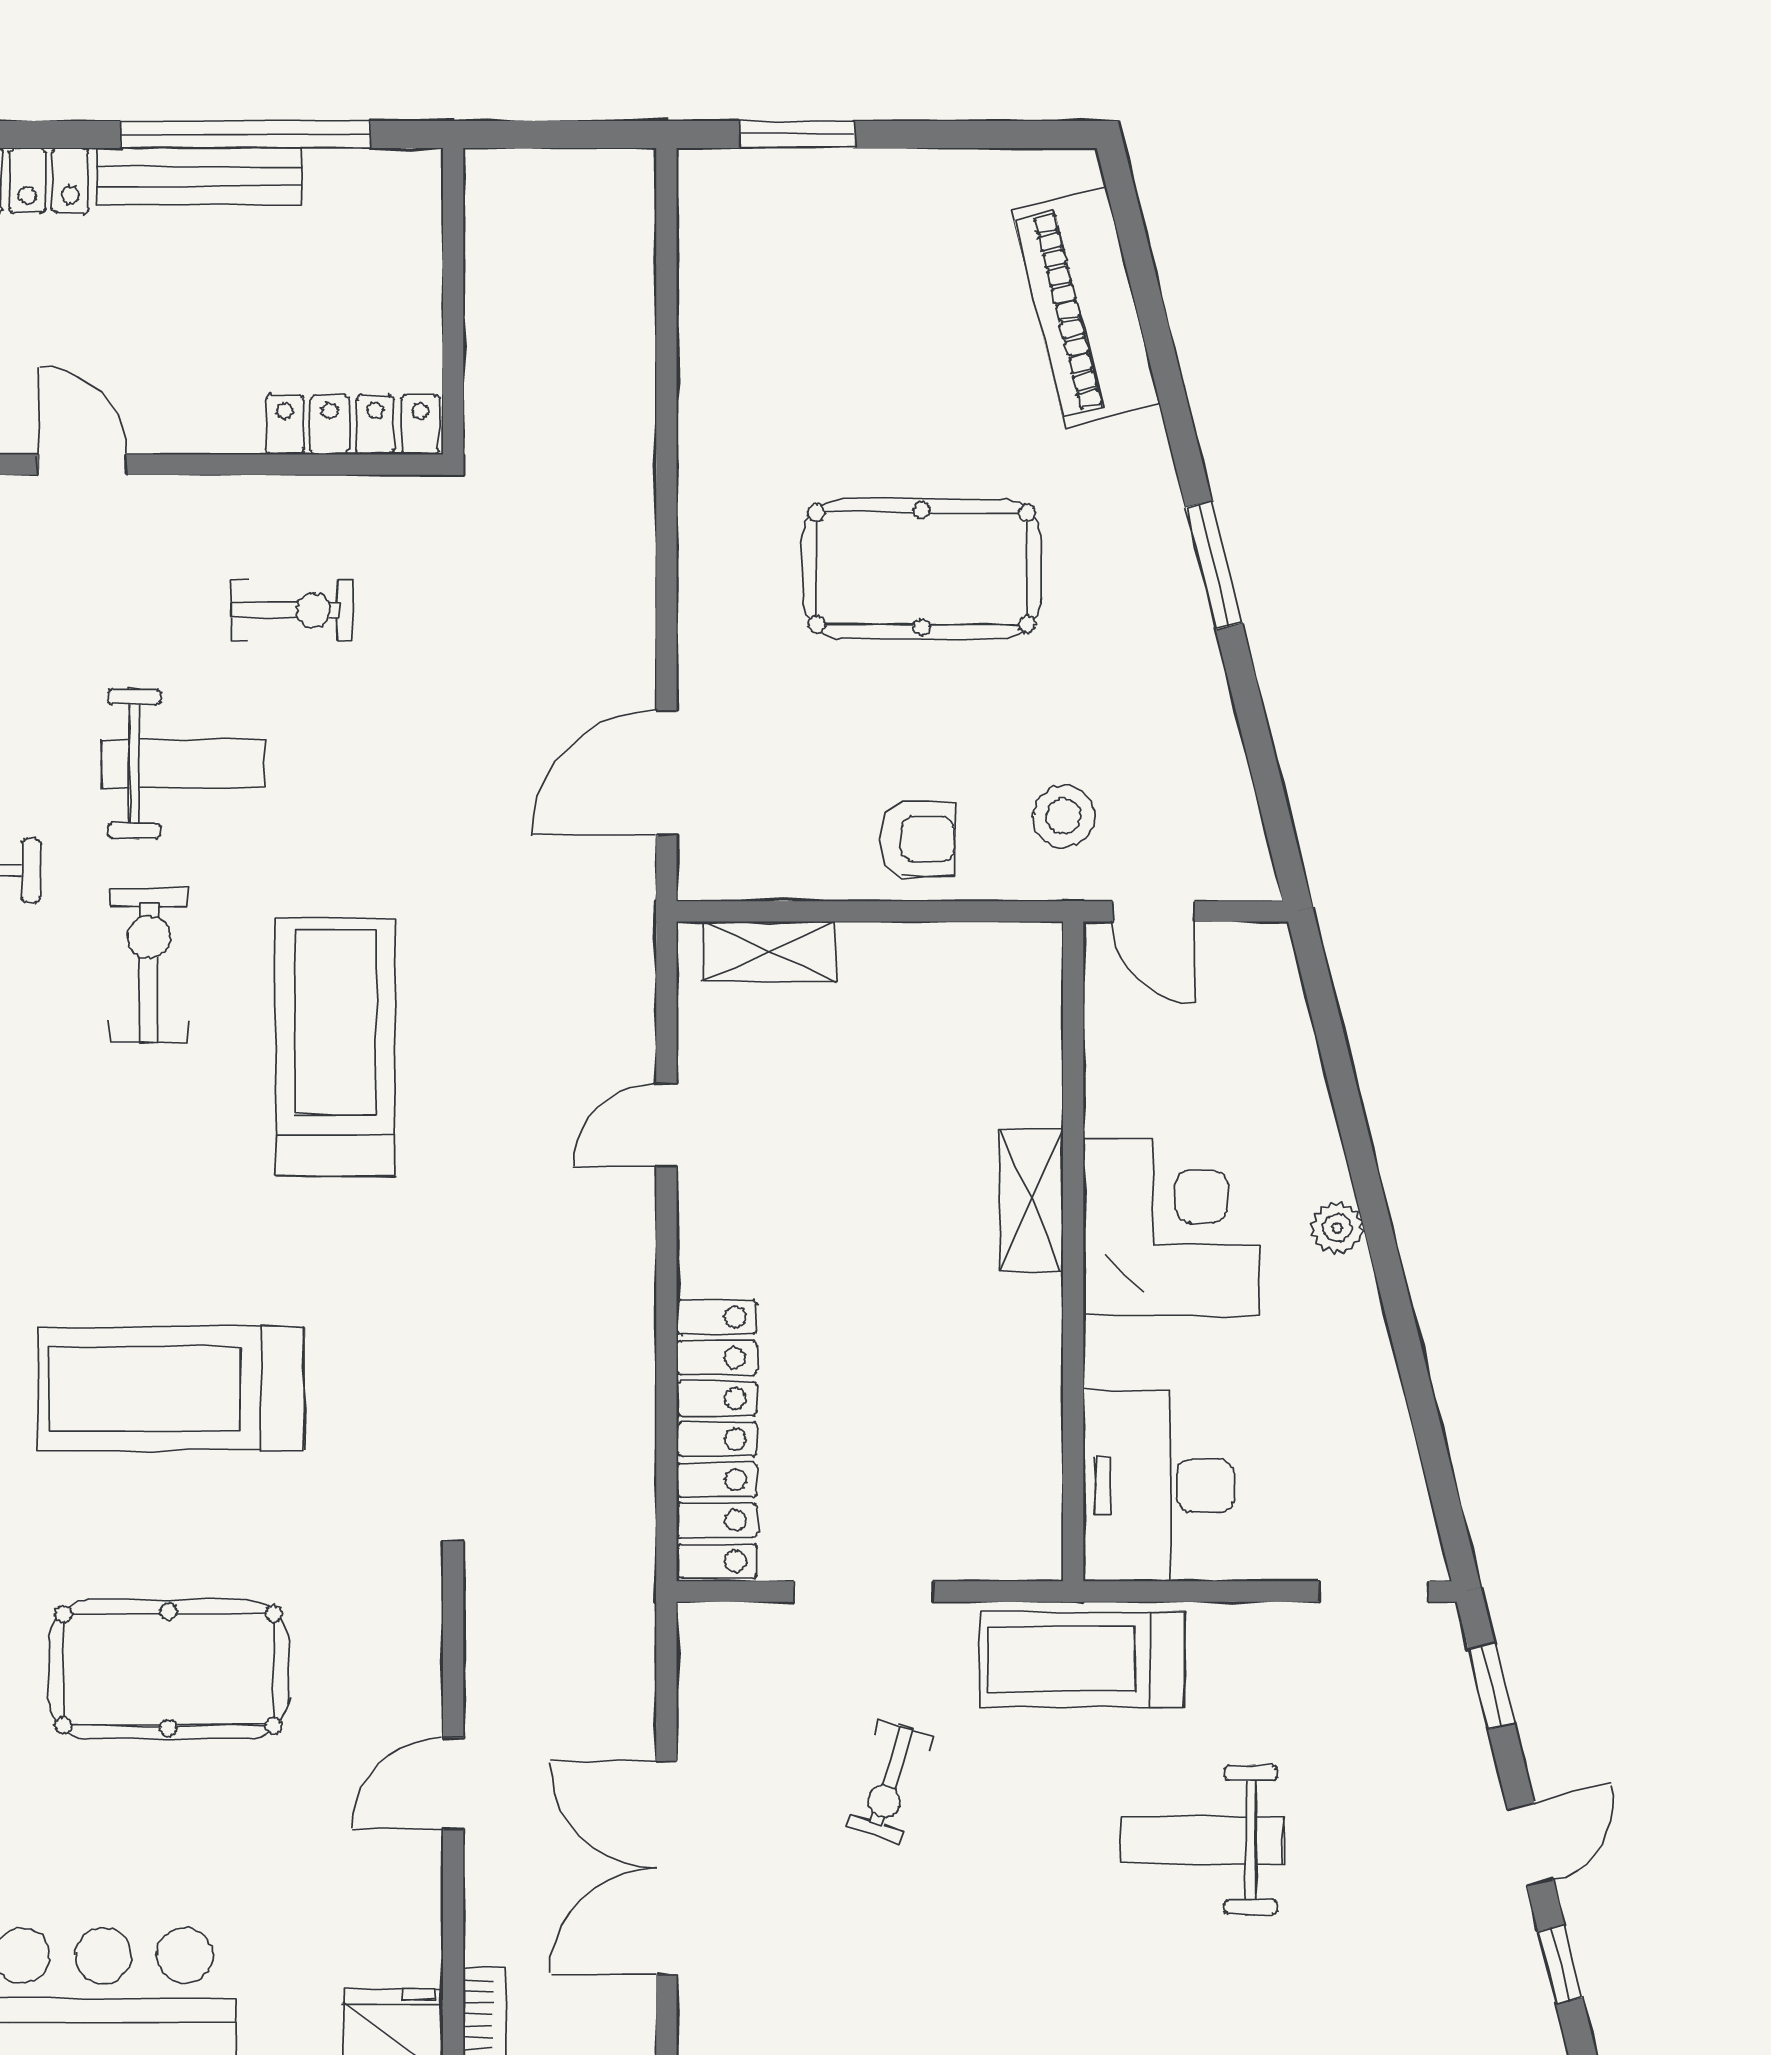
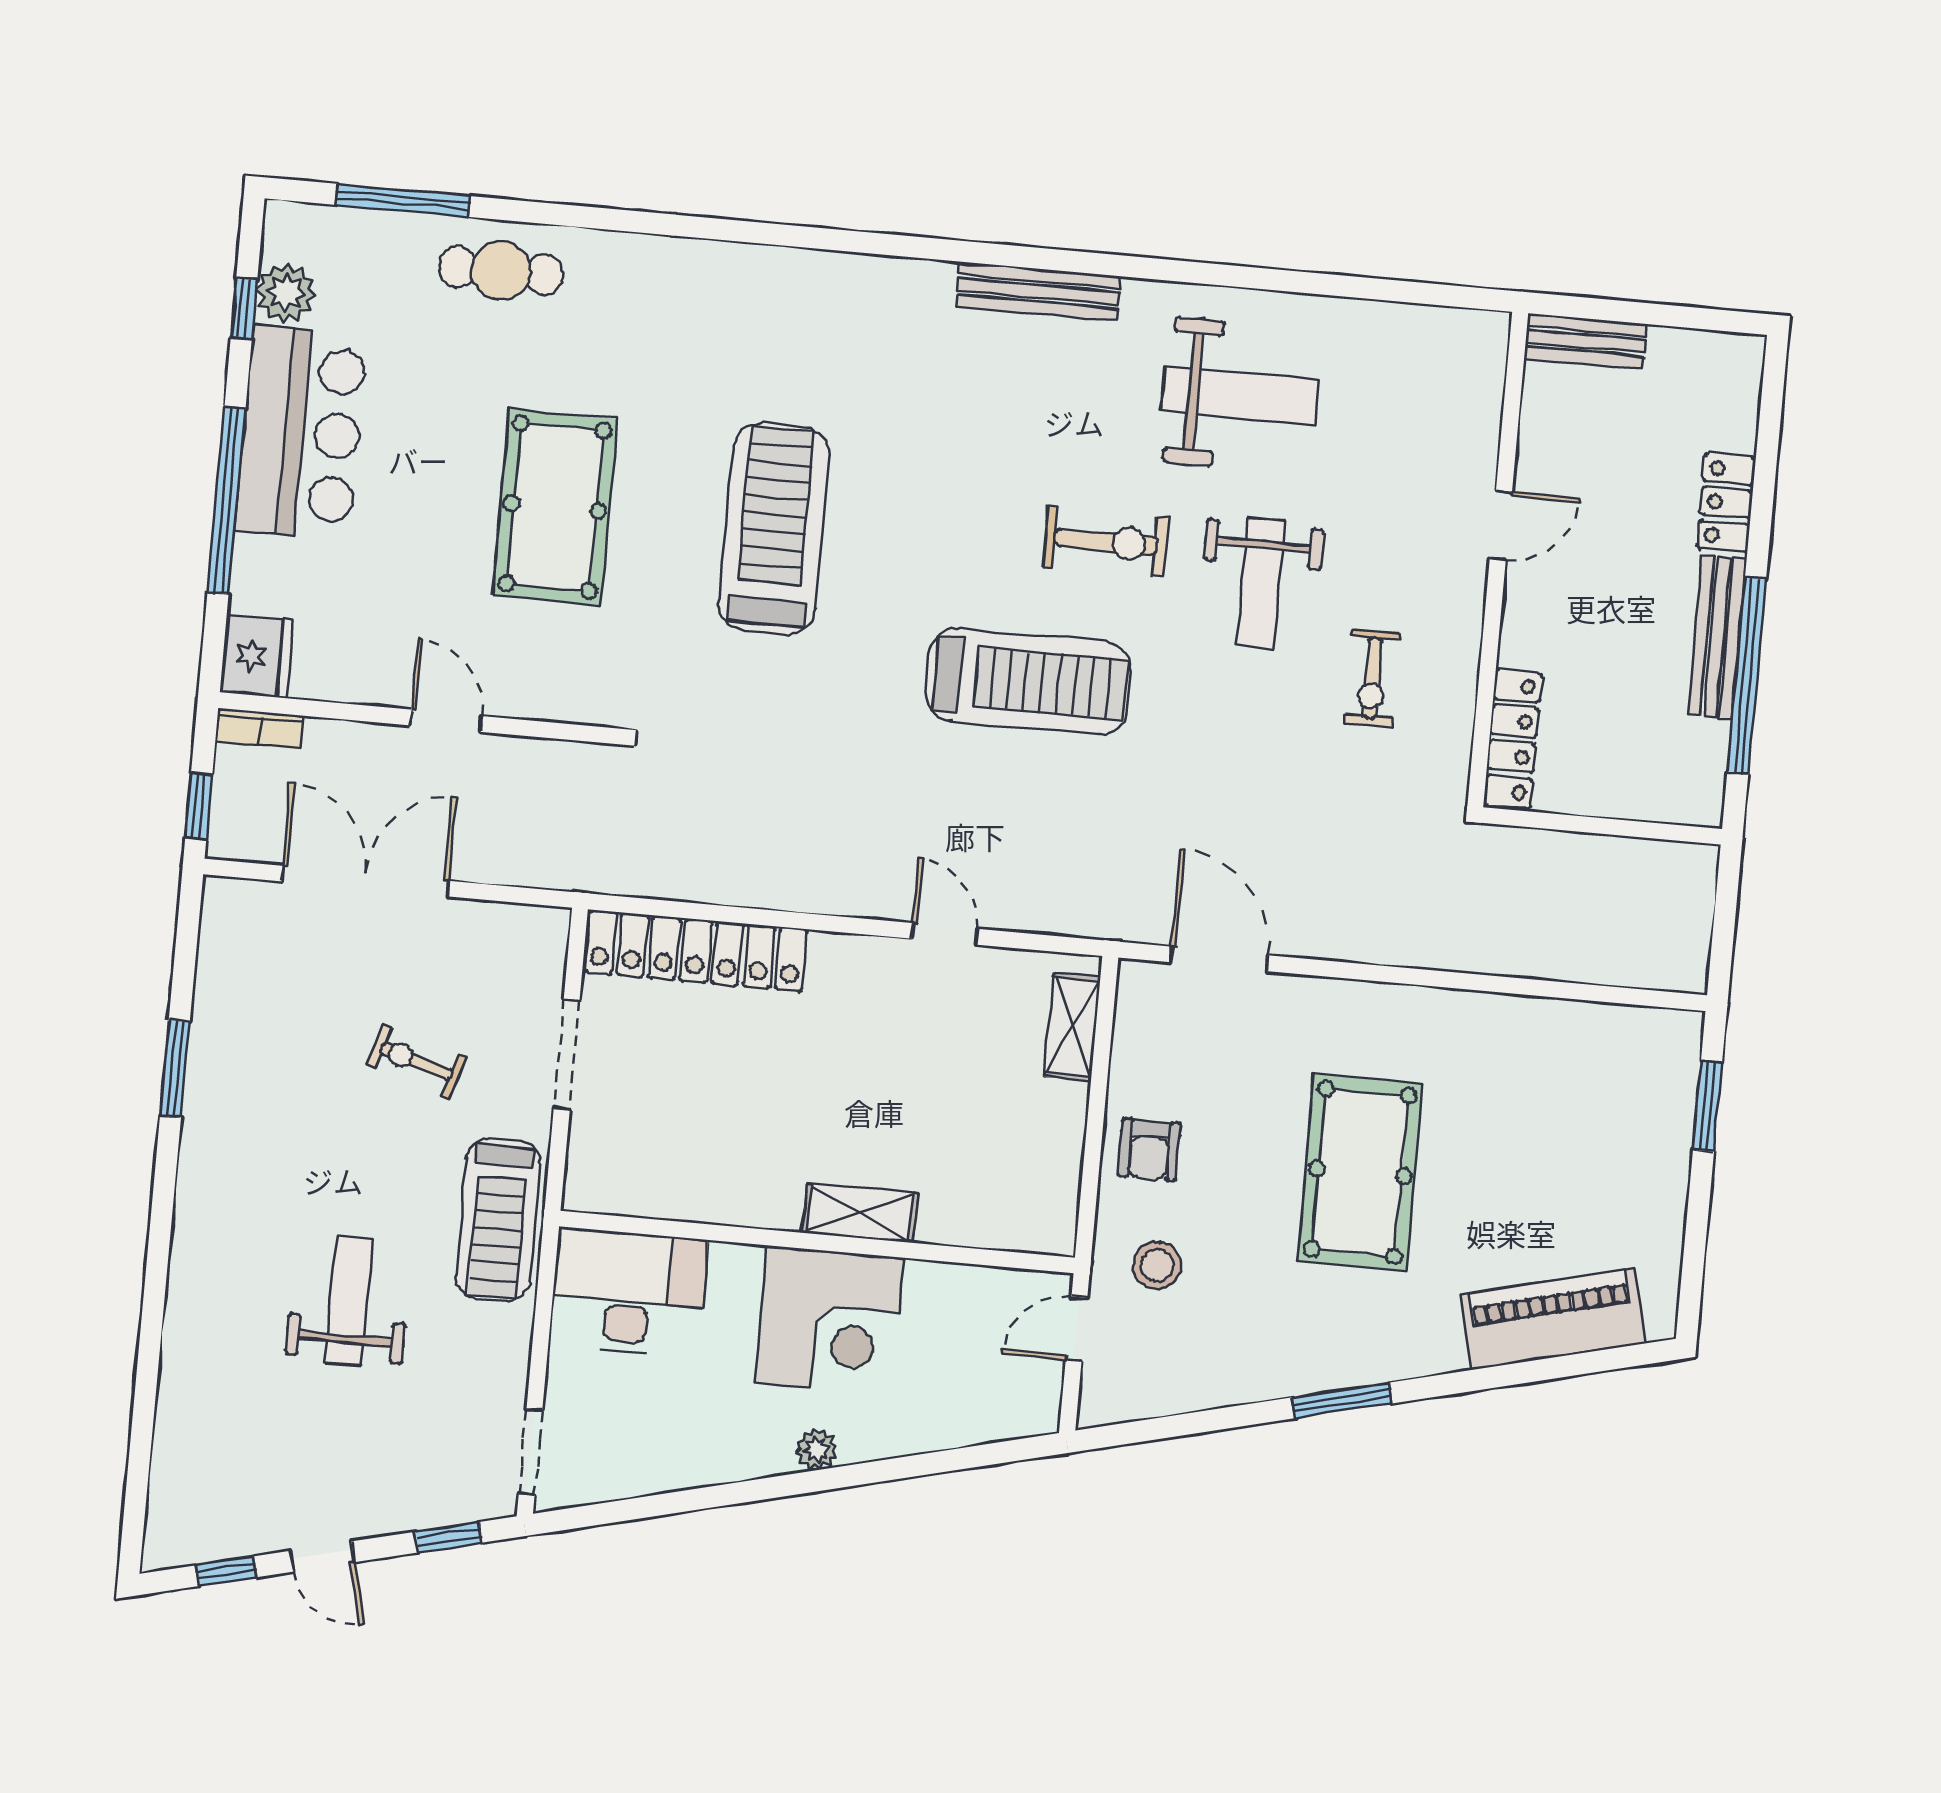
treadmill: (1082, 1659) -> (498, 1220), turned 180

